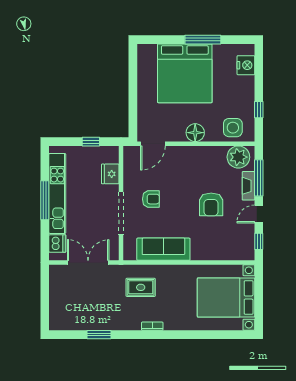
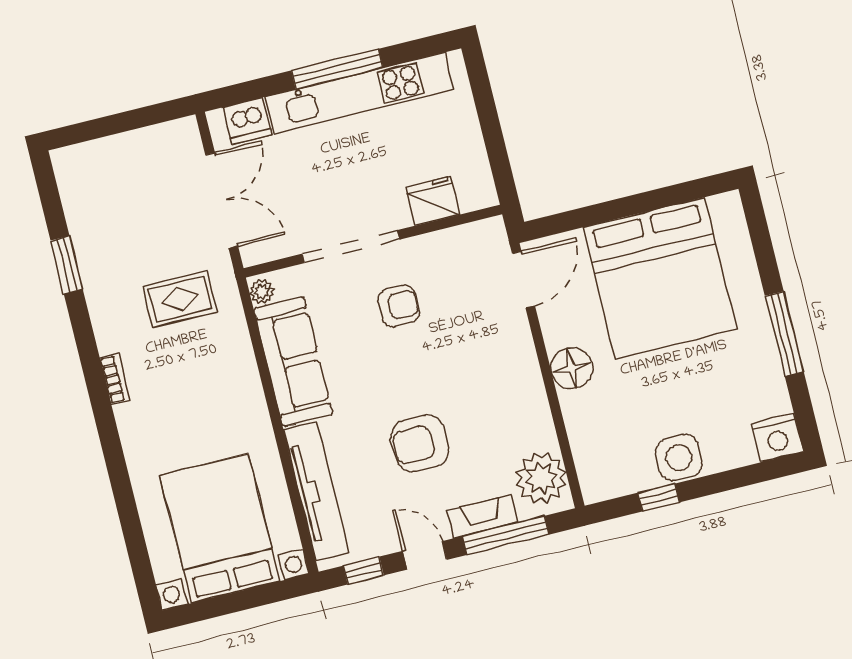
nightstand: (246, 65) -> (777, 438), moved
bed: (185, 73) -> (660, 278), moved, turned -90
side table: (233, 128) -> (679, 458), moved
window: (91, 142) -> (494, 140), removed
door: (153, 144) -> (523, 280), swing flipped
armchair: (151, 199) -> (399, 306), turned -90
tv unit: (220, 253) -> (316, 491), added
plant: (131, 255) -> (262, 291), added
rug: (141, 287) -> (180, 299), moved, turned 90

